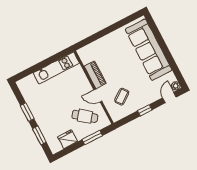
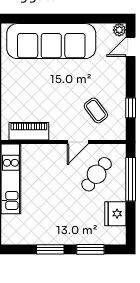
piano: (95, 75) -> (29, 131), moved
door: (169, 97) -> (131, 47), hinge flipped
window: (145, 110) -> (131, 108), moved
window: (92, 138) -> (131, 179), width x1.44

